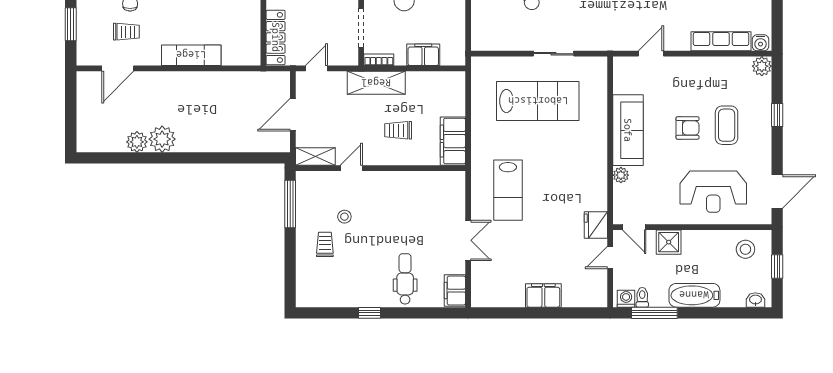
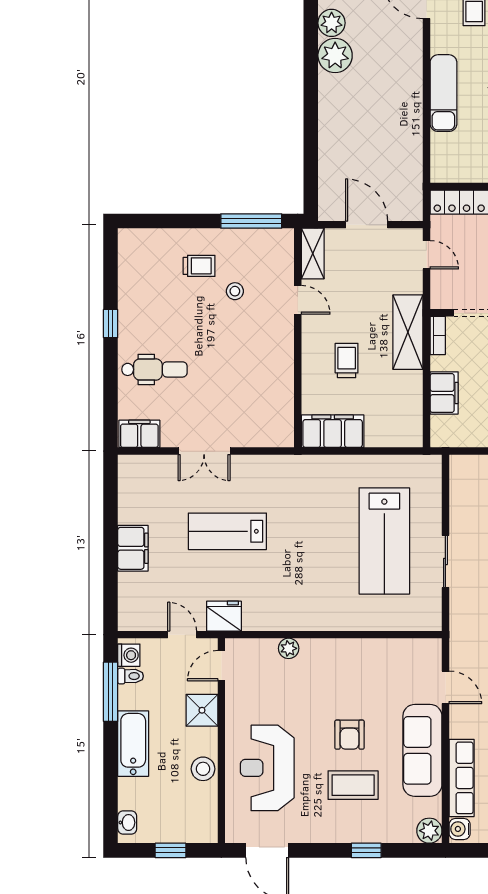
sofa: (628, 130) -> (422, 750), moved, turned 90
lab bench: (508, 190) -> (227, 531), moved
stool: (745, 249) -> (203, 769), moved

